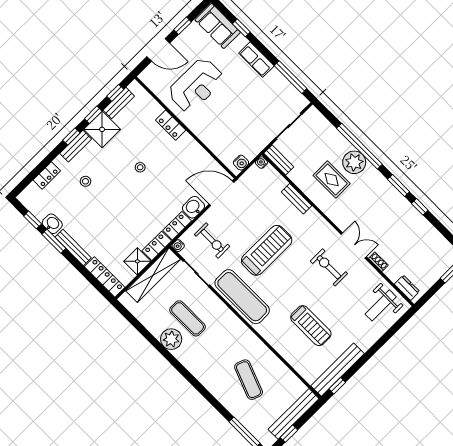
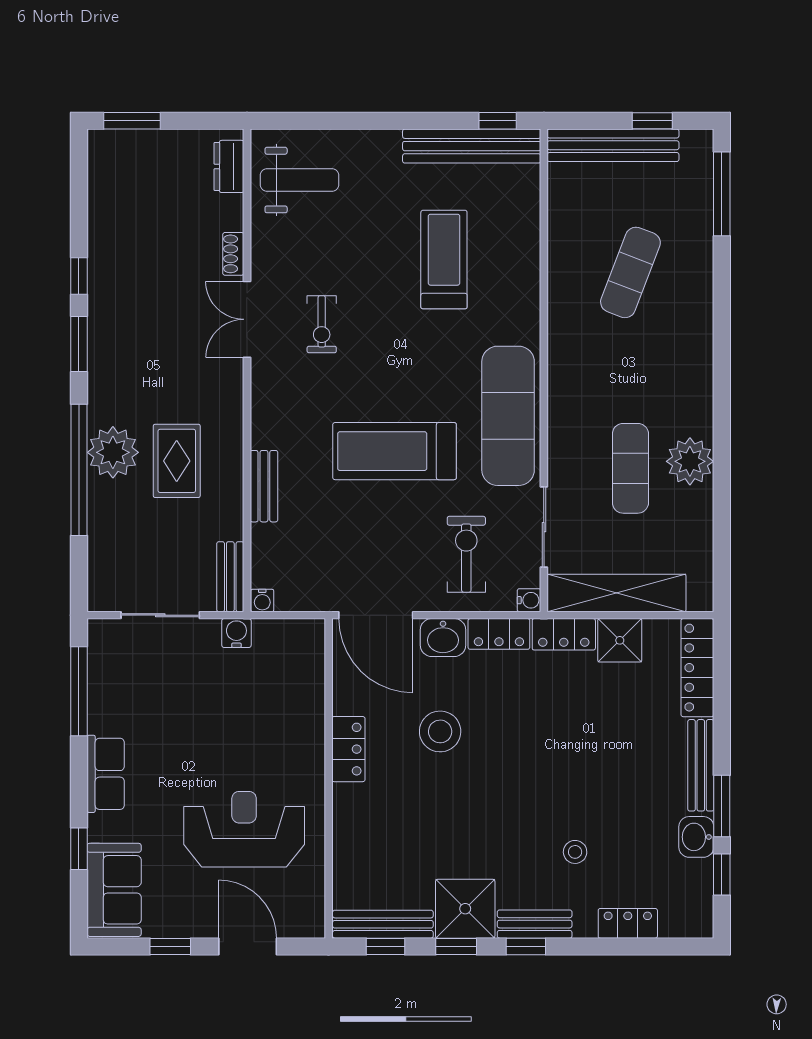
bench: (119, 103) -> (383, 924), width x1.36
locker: (171, 125) -> (348, 749), moved
water cooler: (241, 163) -> (236, 633), moved
stool: (140, 167) -> (440, 731), moved, width x1.89, depth x1.89
exercise bike: (329, 267) -> (322, 324), width x0.73, depth x0.72

